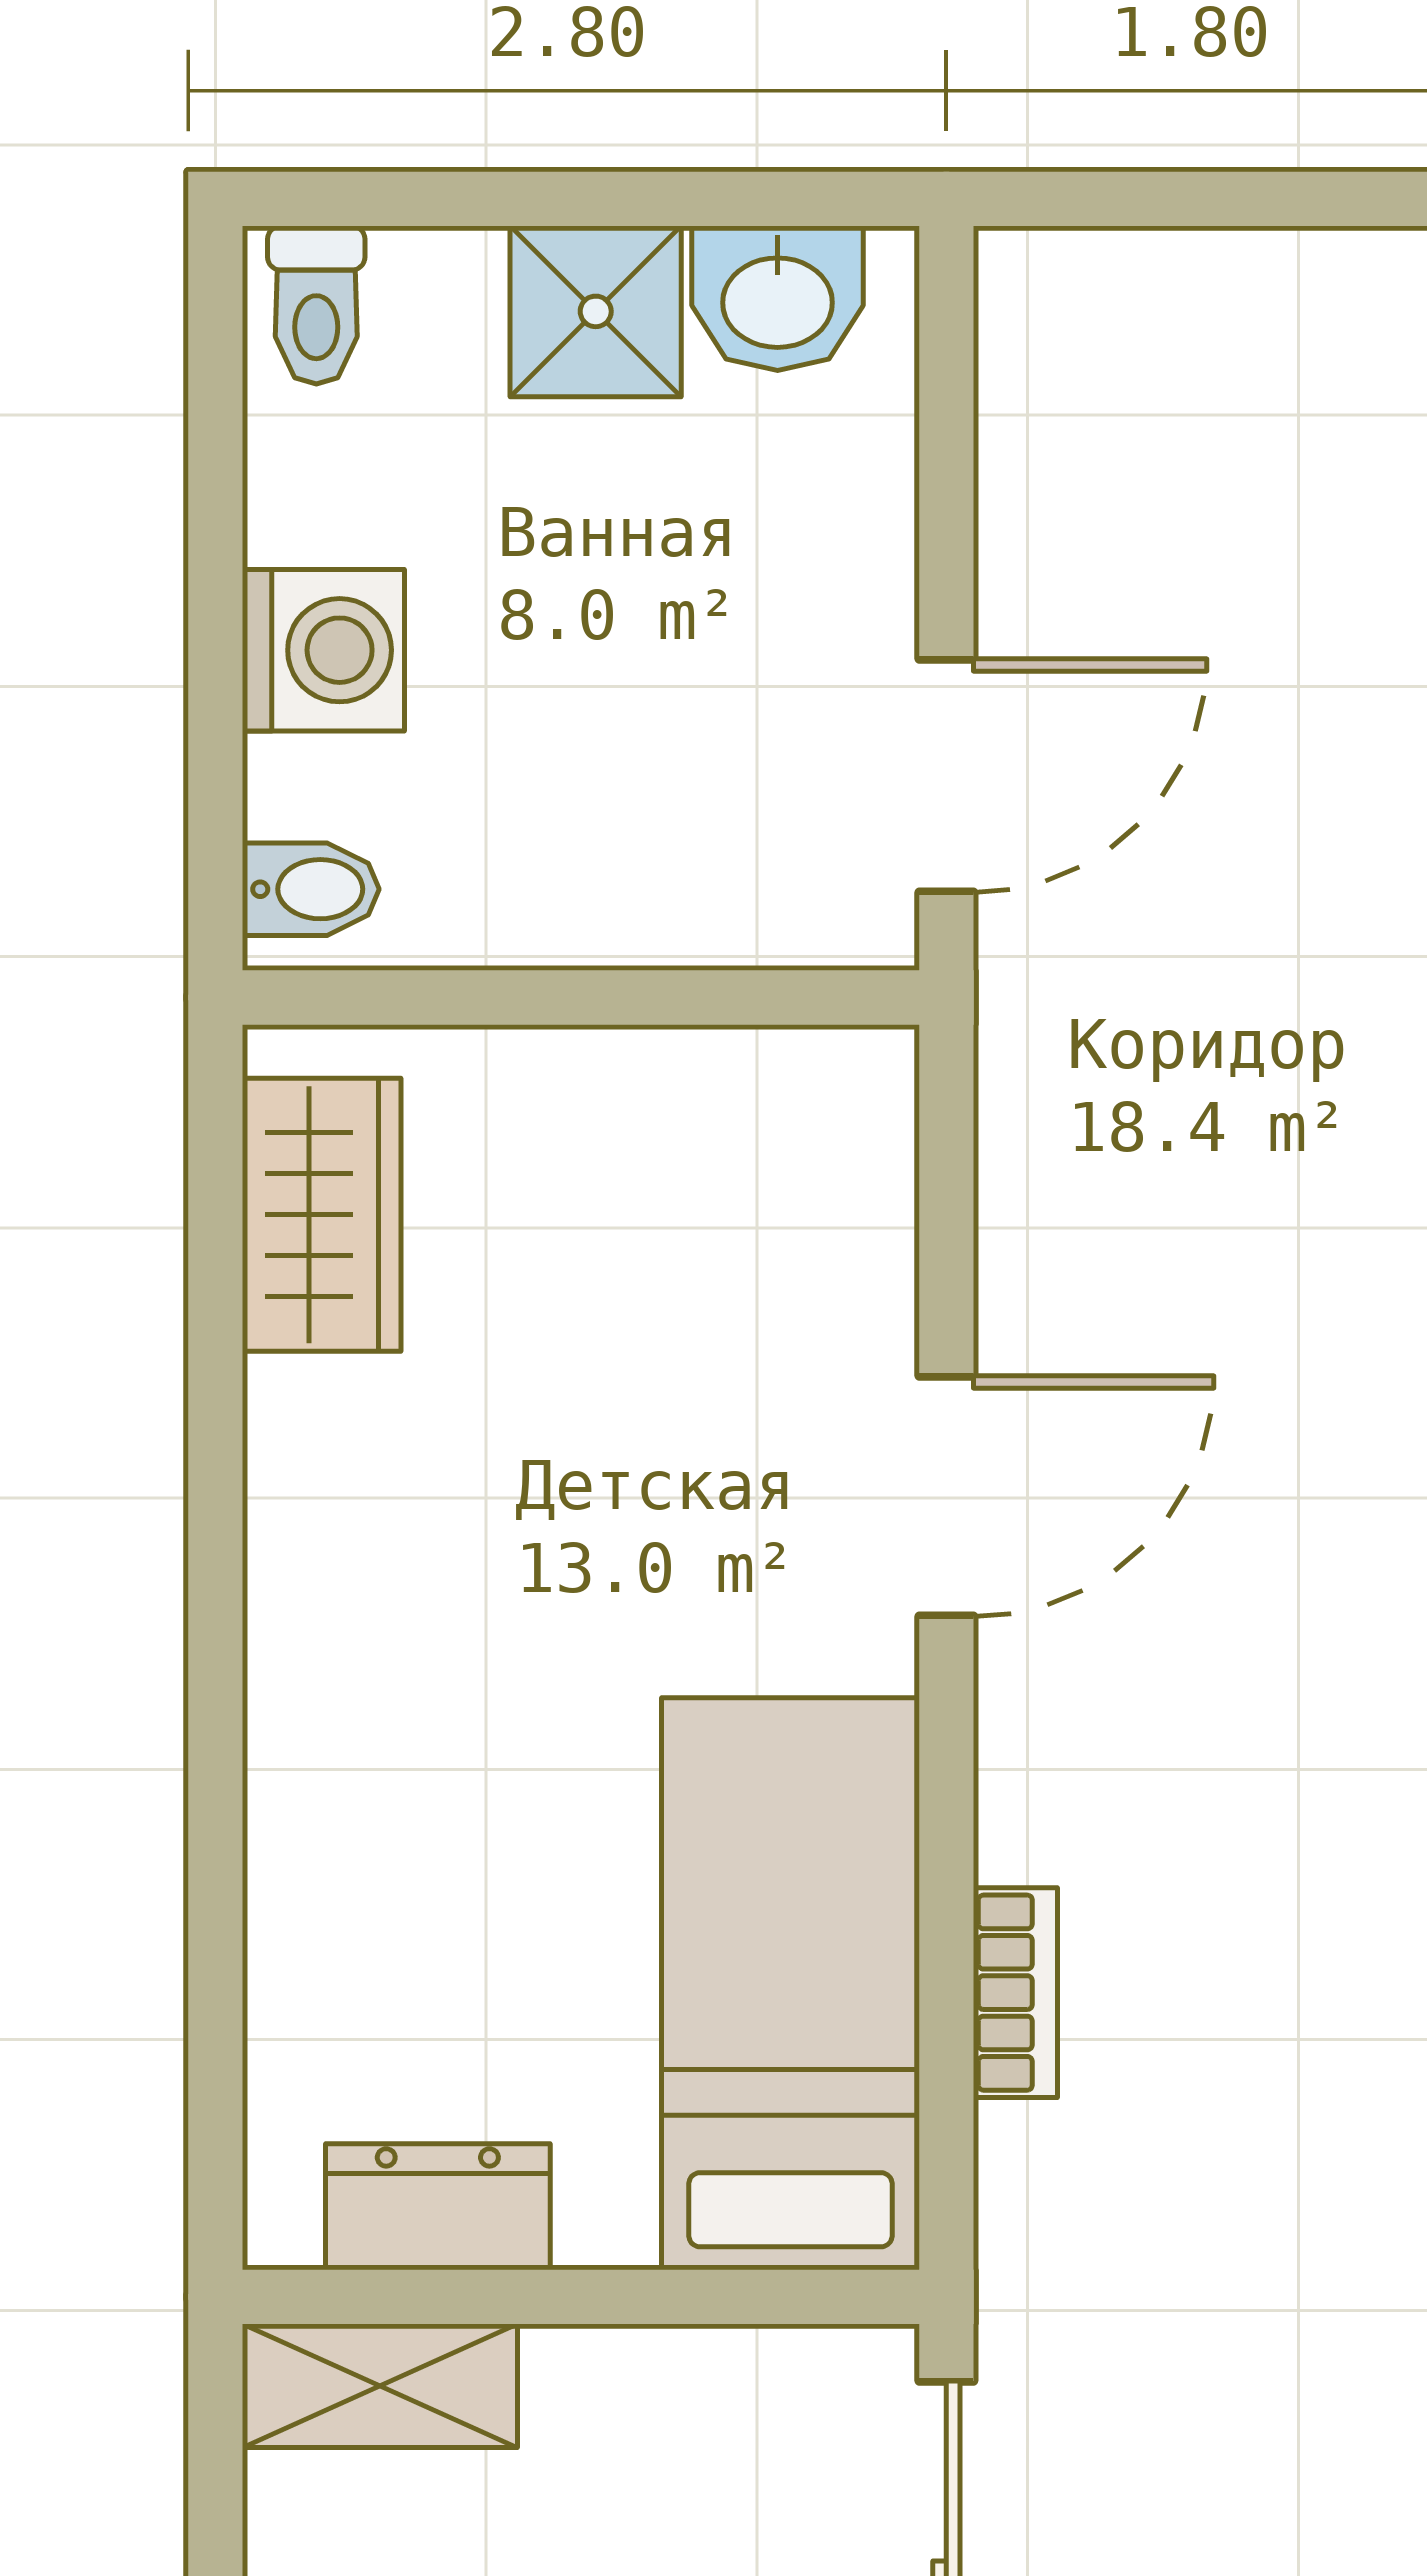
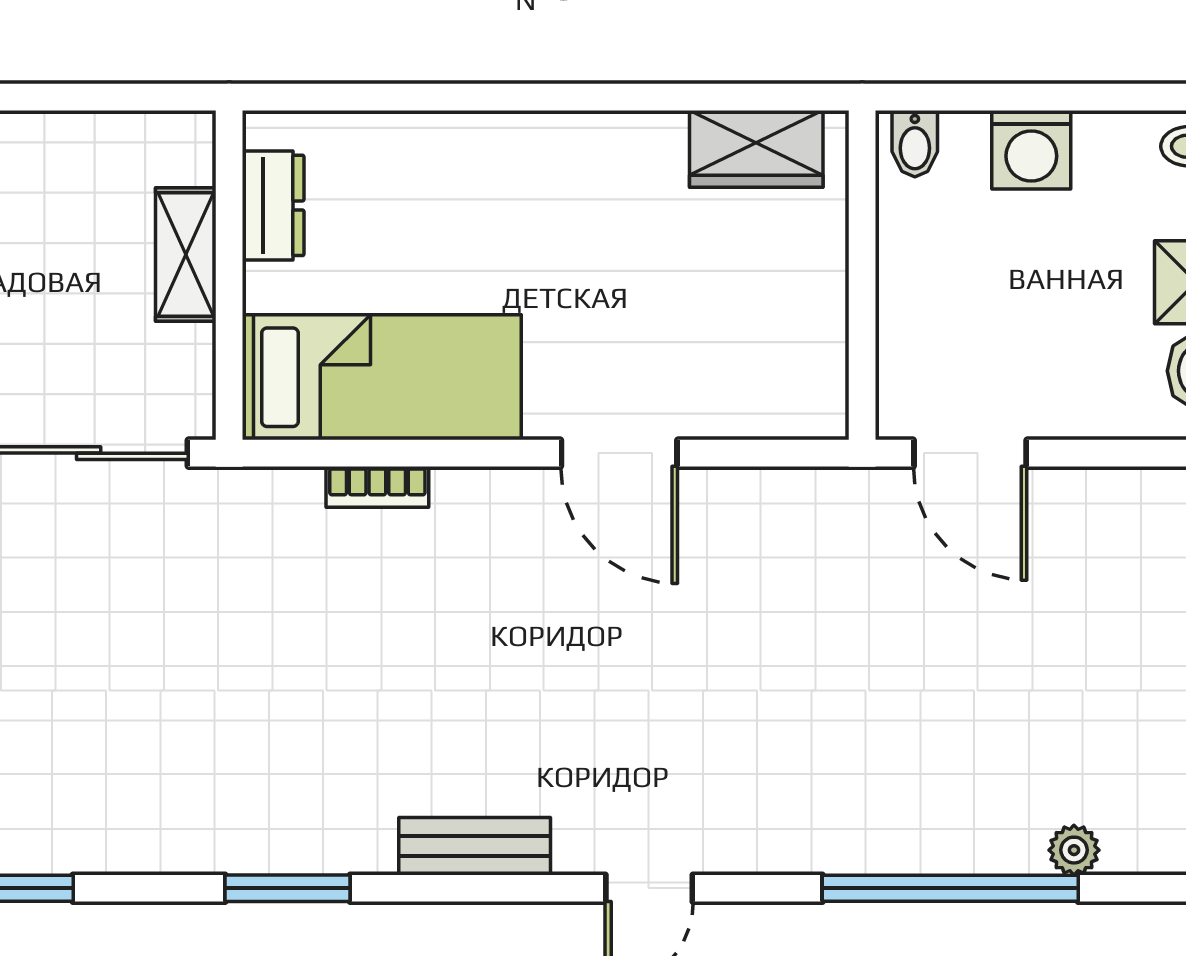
shelving: (380, 2386) -> (186, 254), moved

